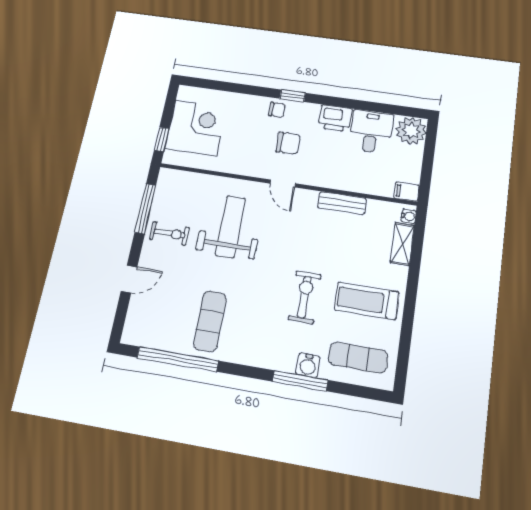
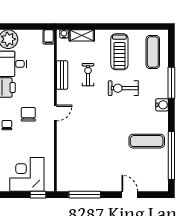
weight bench: (230, 227) -> (88, 140), removed
exercise bike: (169, 233) -> (88, 75), moved
water cooler: (308, 365) -> (162, 105), moved

